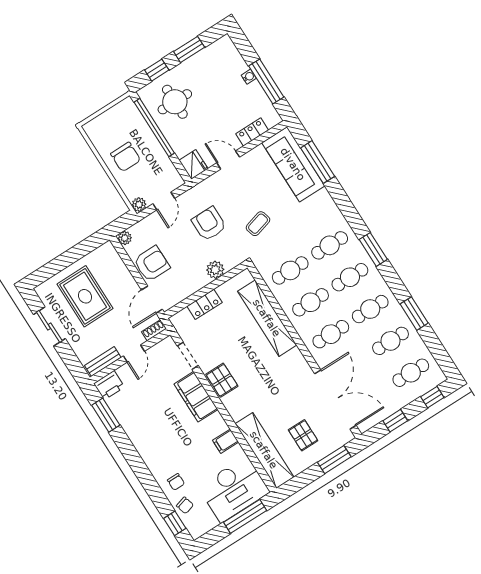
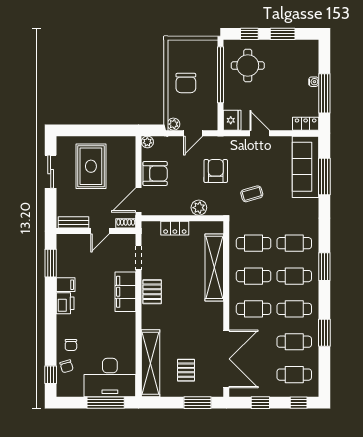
locker: (252, 132) -> (306, 124), moved
printer: (109, 385) -> (65, 303), moved, turned -90
filing cabinet: (226, 441) -> (66, 285), moved, turned 180

